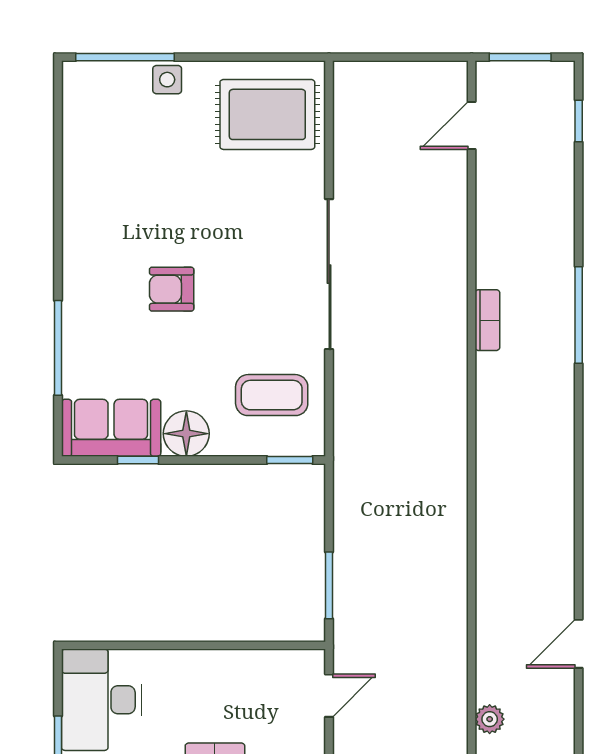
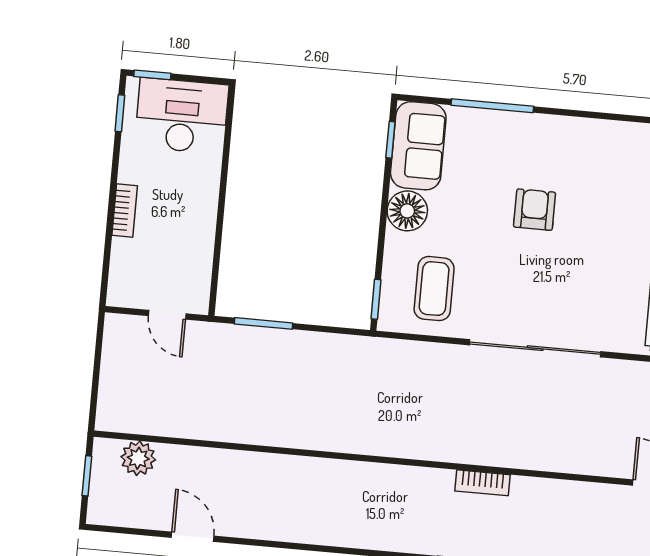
window: (138, 460) -> (390, 140), moved
plant: (490, 719) -> (138, 458), width x1.38, depth x1.38

